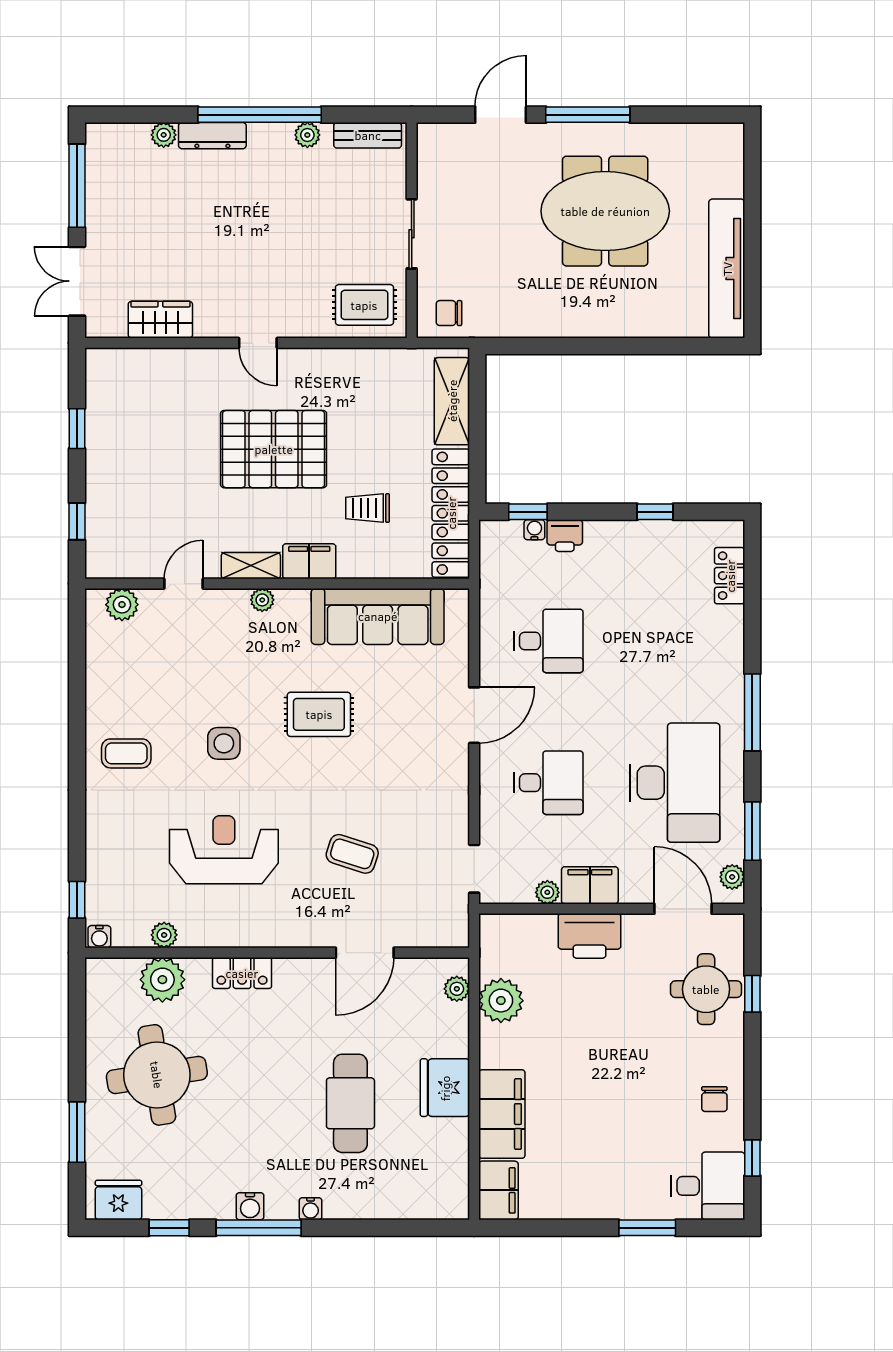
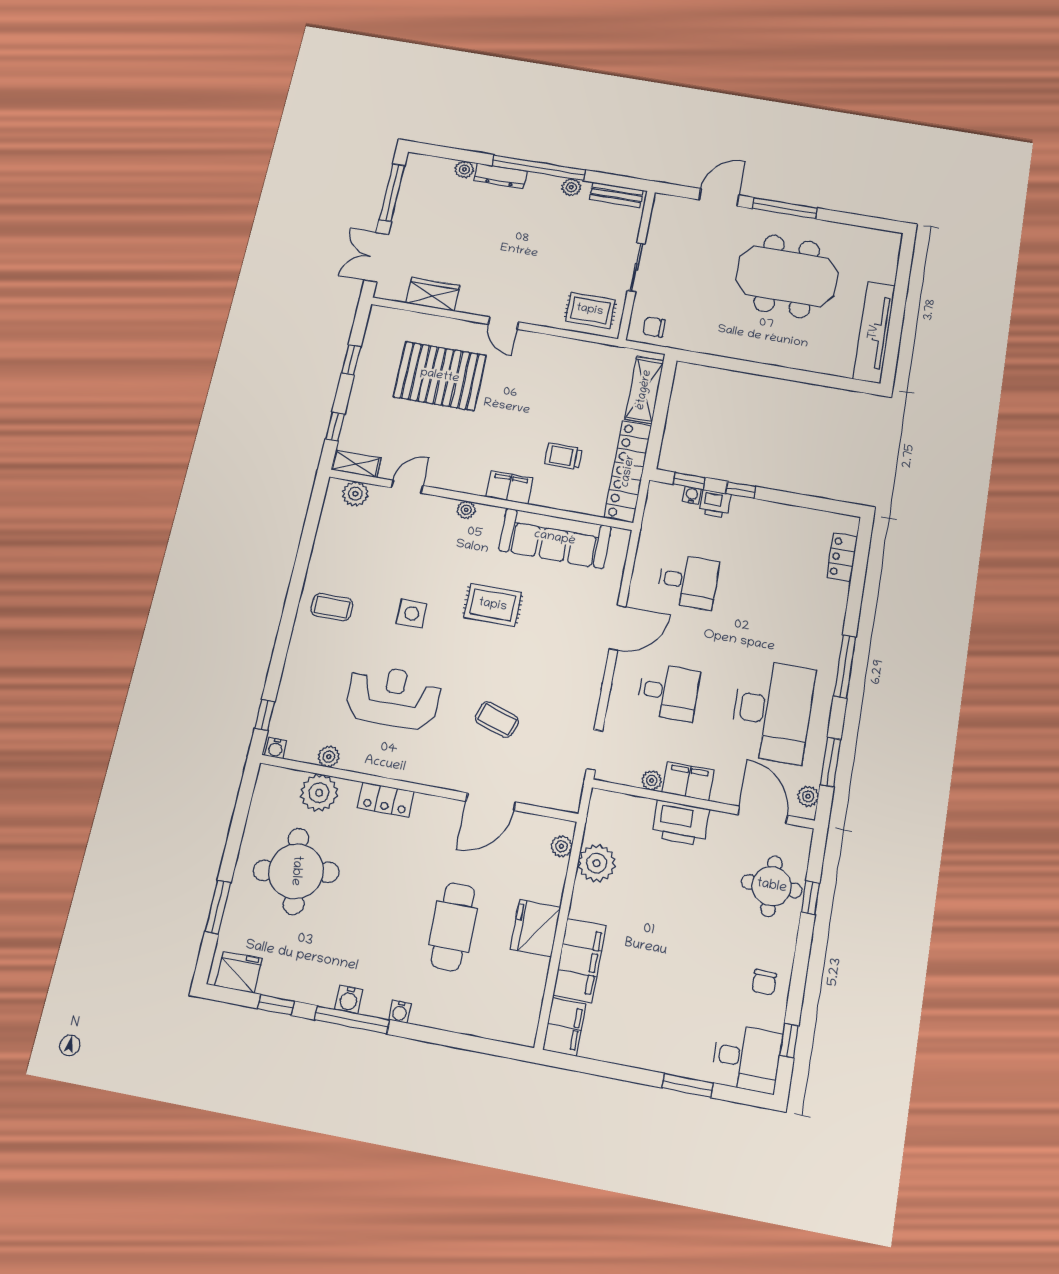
pallet: (274, 449) -> (440, 376), moved
window: (655, 512) -> (741, 490), moved
shelving: (251, 566) -> (356, 464), moved

